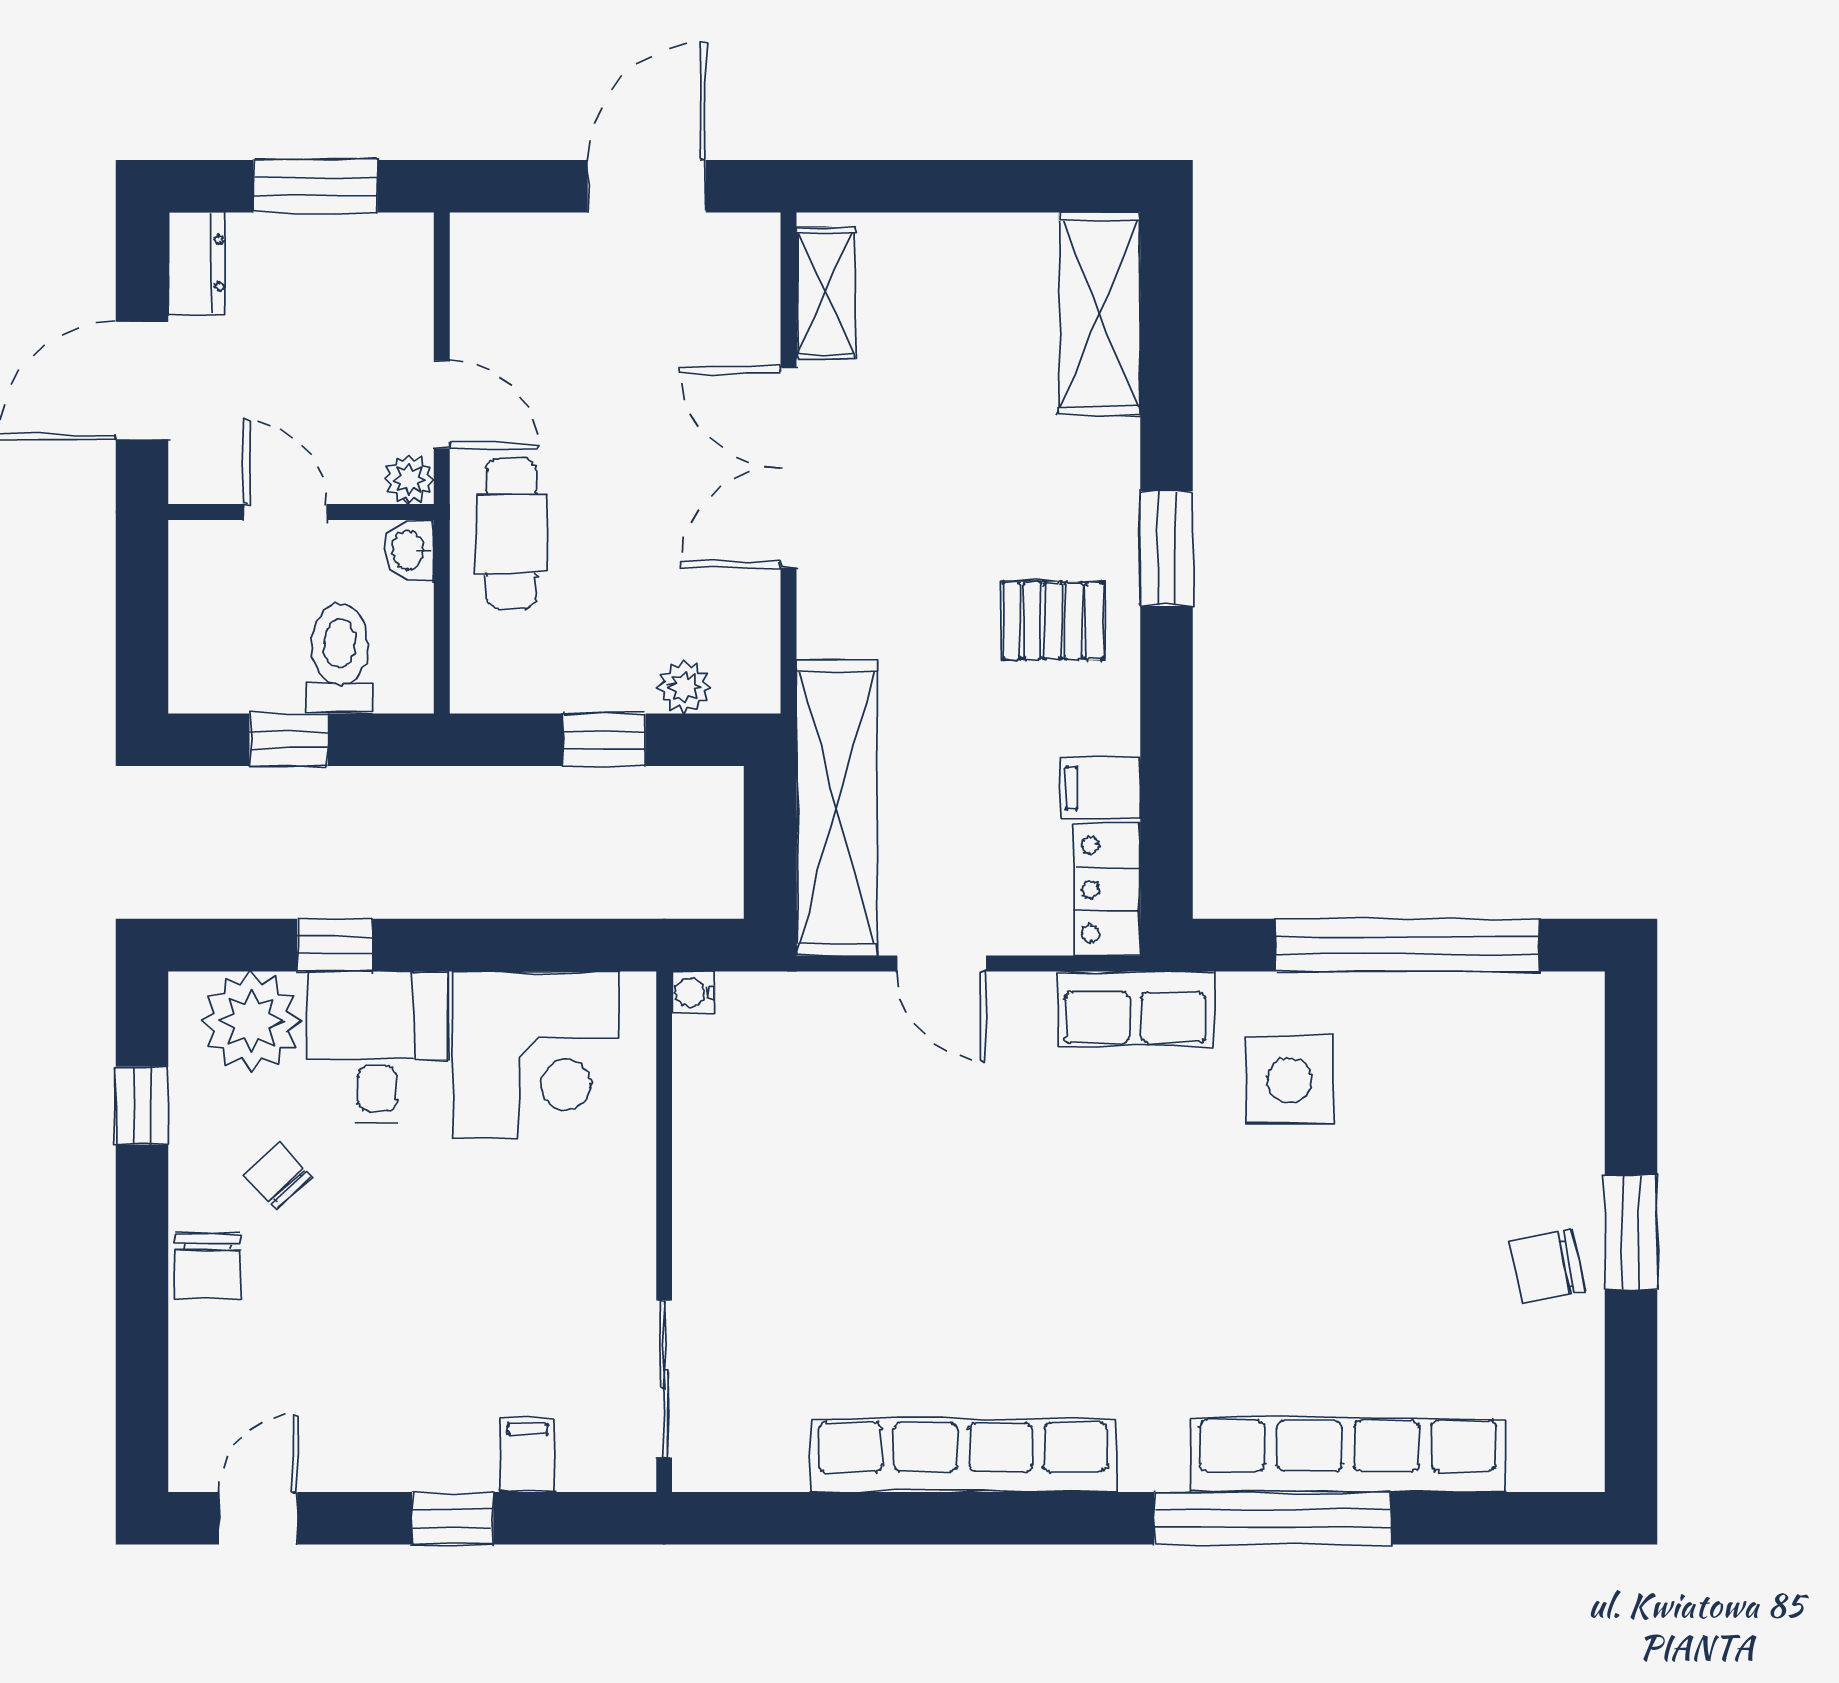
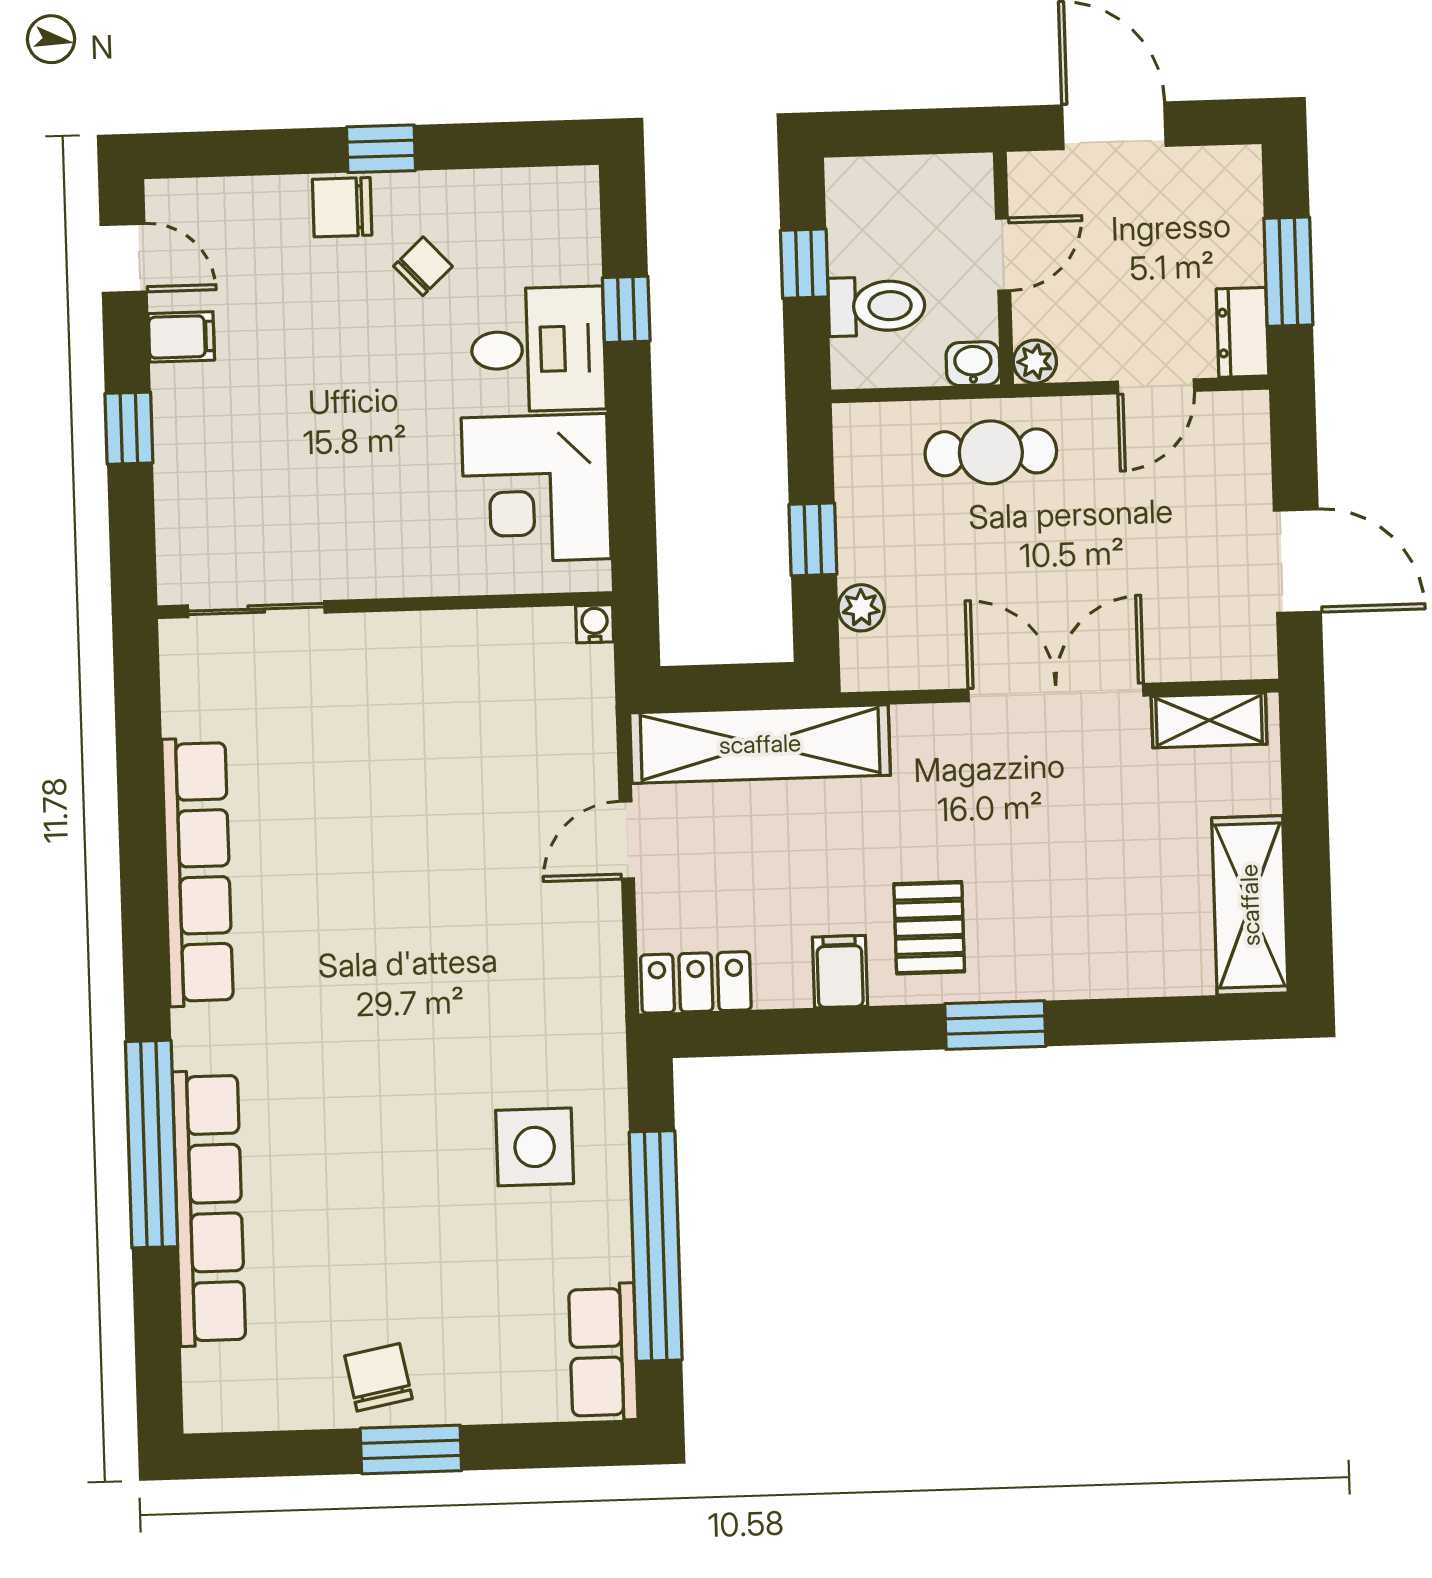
dresser: (197, 263) -> (1242, 332), moved, turned 90
shelving: (1100, 314) -> (1250, 905), moved, turned 90
door: (442, 405) -> (1156, 386), moved
filing cabinet: (1100, 788) -> (840, 972), moved
row of seats: (1135, 1009) -> (603, 1352), moved
plant: (252, 1021) -> (557, 239), removed
window: (142, 1106) -> (381, 149), moved
filing cabinet: (527, 1455) -> (181, 337), moved

